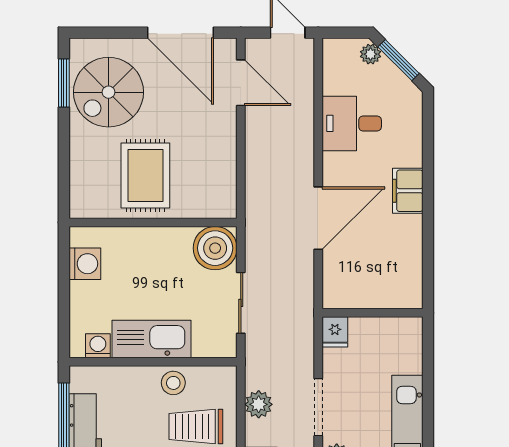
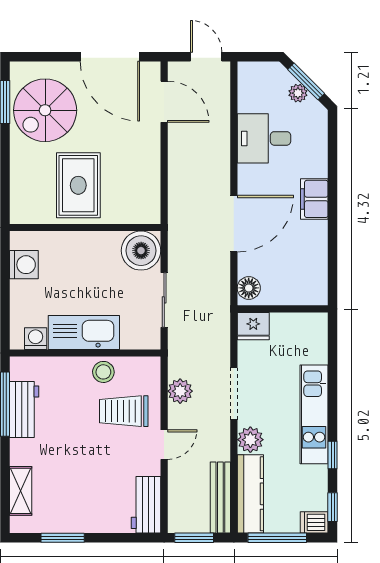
plant: (371, 54) -> (298, 93), moved
floor lamp: (335, 290) -> (249, 288), added
fridge: (335, 332) -> (253, 326), width x1.38

